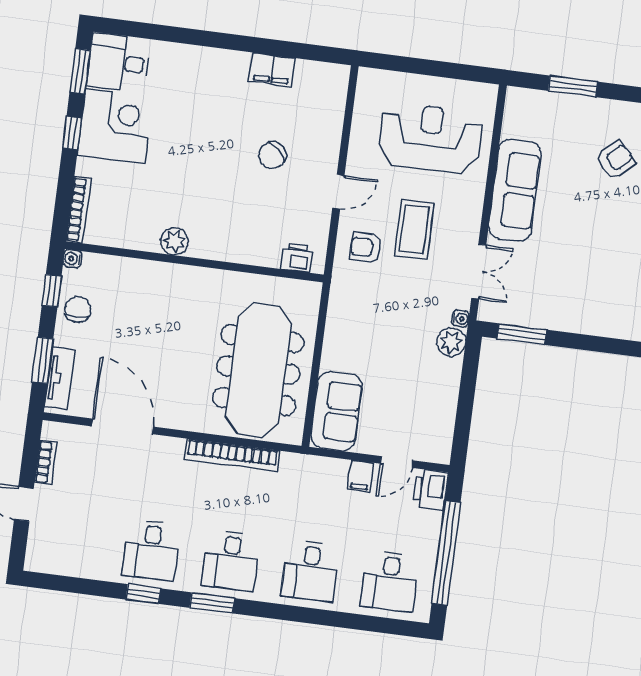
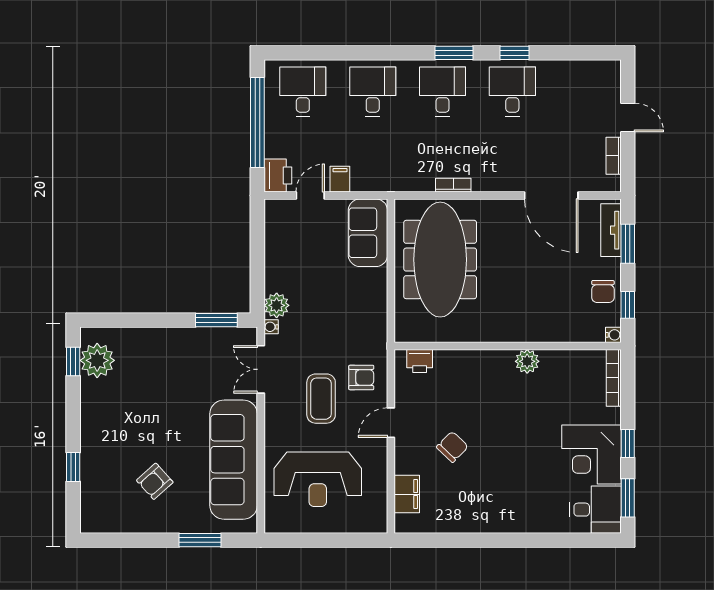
filing cabinet: (272, 69) -> (407, 494), moved, turned 90
sofa: (515, 190) -> (234, 460), width x1.36, depth x1.27
bookcase: (232, 455) -> (453, 185), width x0.43, depth x0.76

